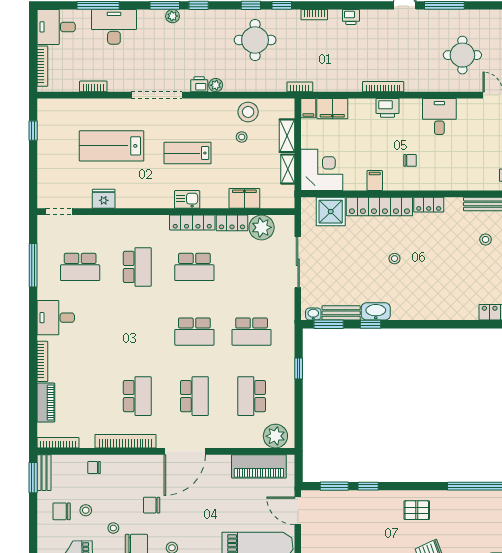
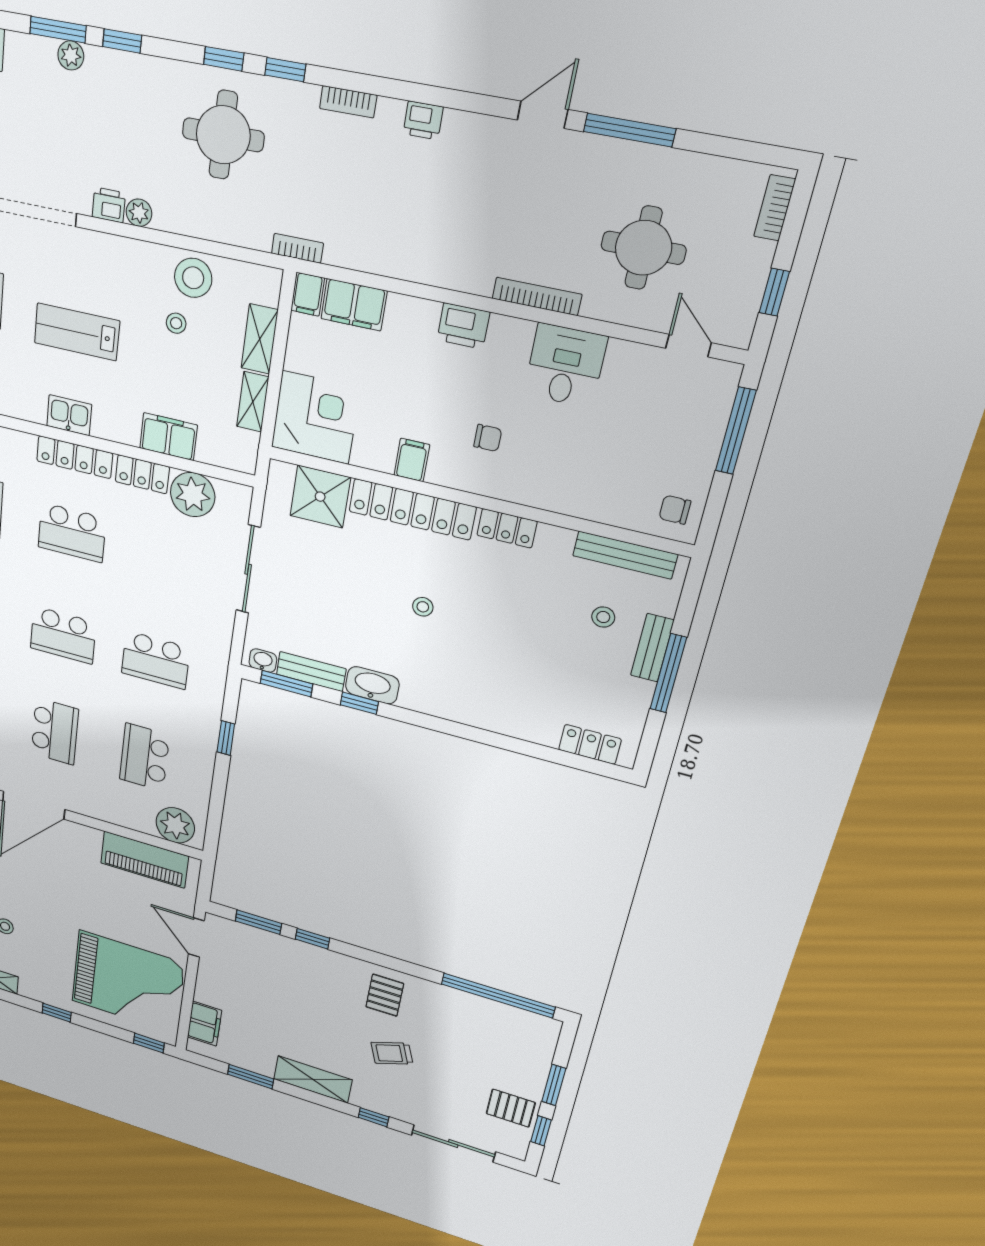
bookcase: (383, 87) -> (537, 296), moved
pallet: (417, 510) -> (385, 995), turned 90

